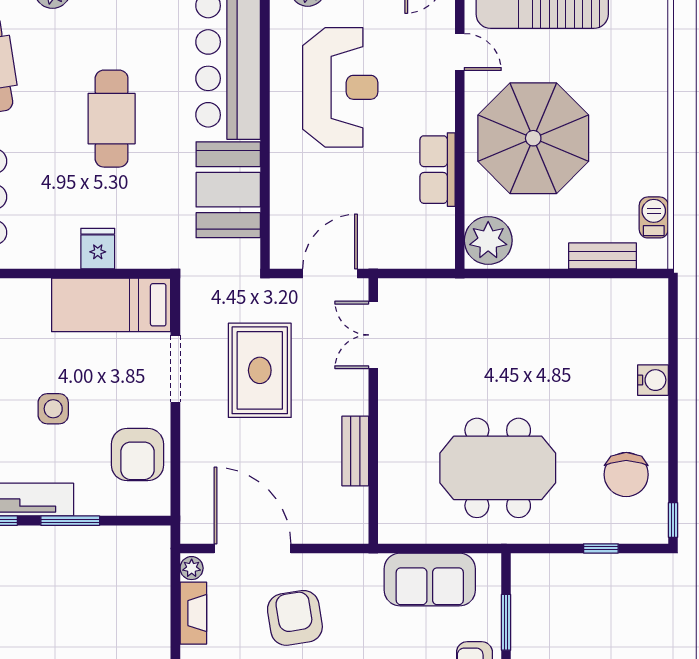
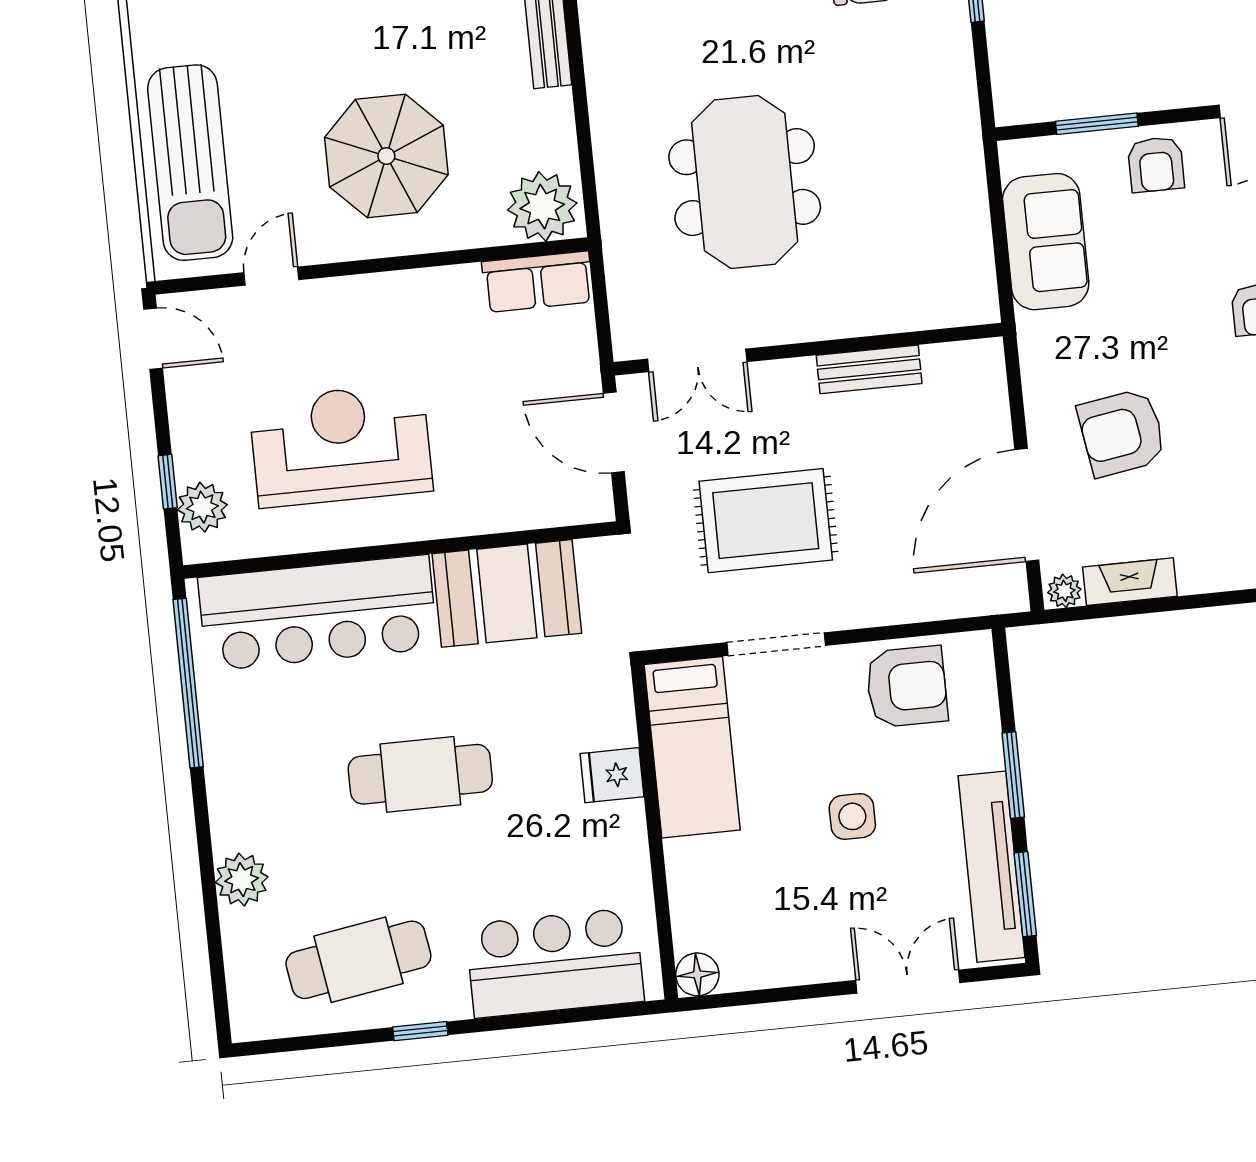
parasol: (533, 138) -> (386, 156), width x0.73, depth x0.73
row of seats: (438, 170) -> (538, 282), moved
meeting table: (498, 468) -> (745, 182), moved

